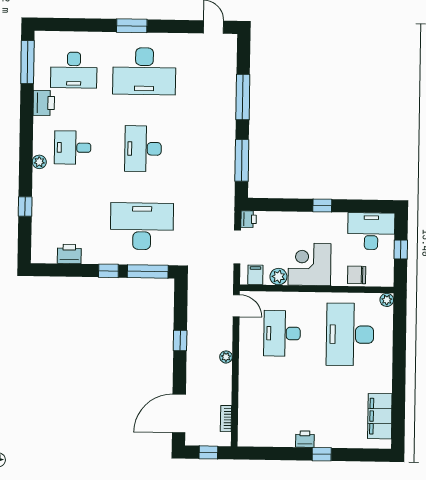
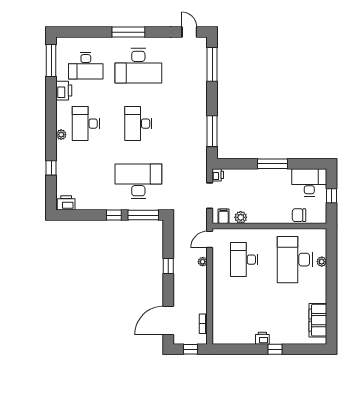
window: (132, 26) -> (128, 32), width x1.44
window: (243, 97) -> (212, 64), moved
desk: (73, 148) -> (86, 124), width x1.37
window: (322, 205) -> (272, 164), width x2.17
printer: (69, 254) -> (66, 203), moved
corner desk: (310, 264) -> (264, 208), removed
plant: (387, 300) -> (322, 262), moved
door: (236, 306) -> (210, 239), swing flipped
plant: (226, 357) -> (203, 262), moved

